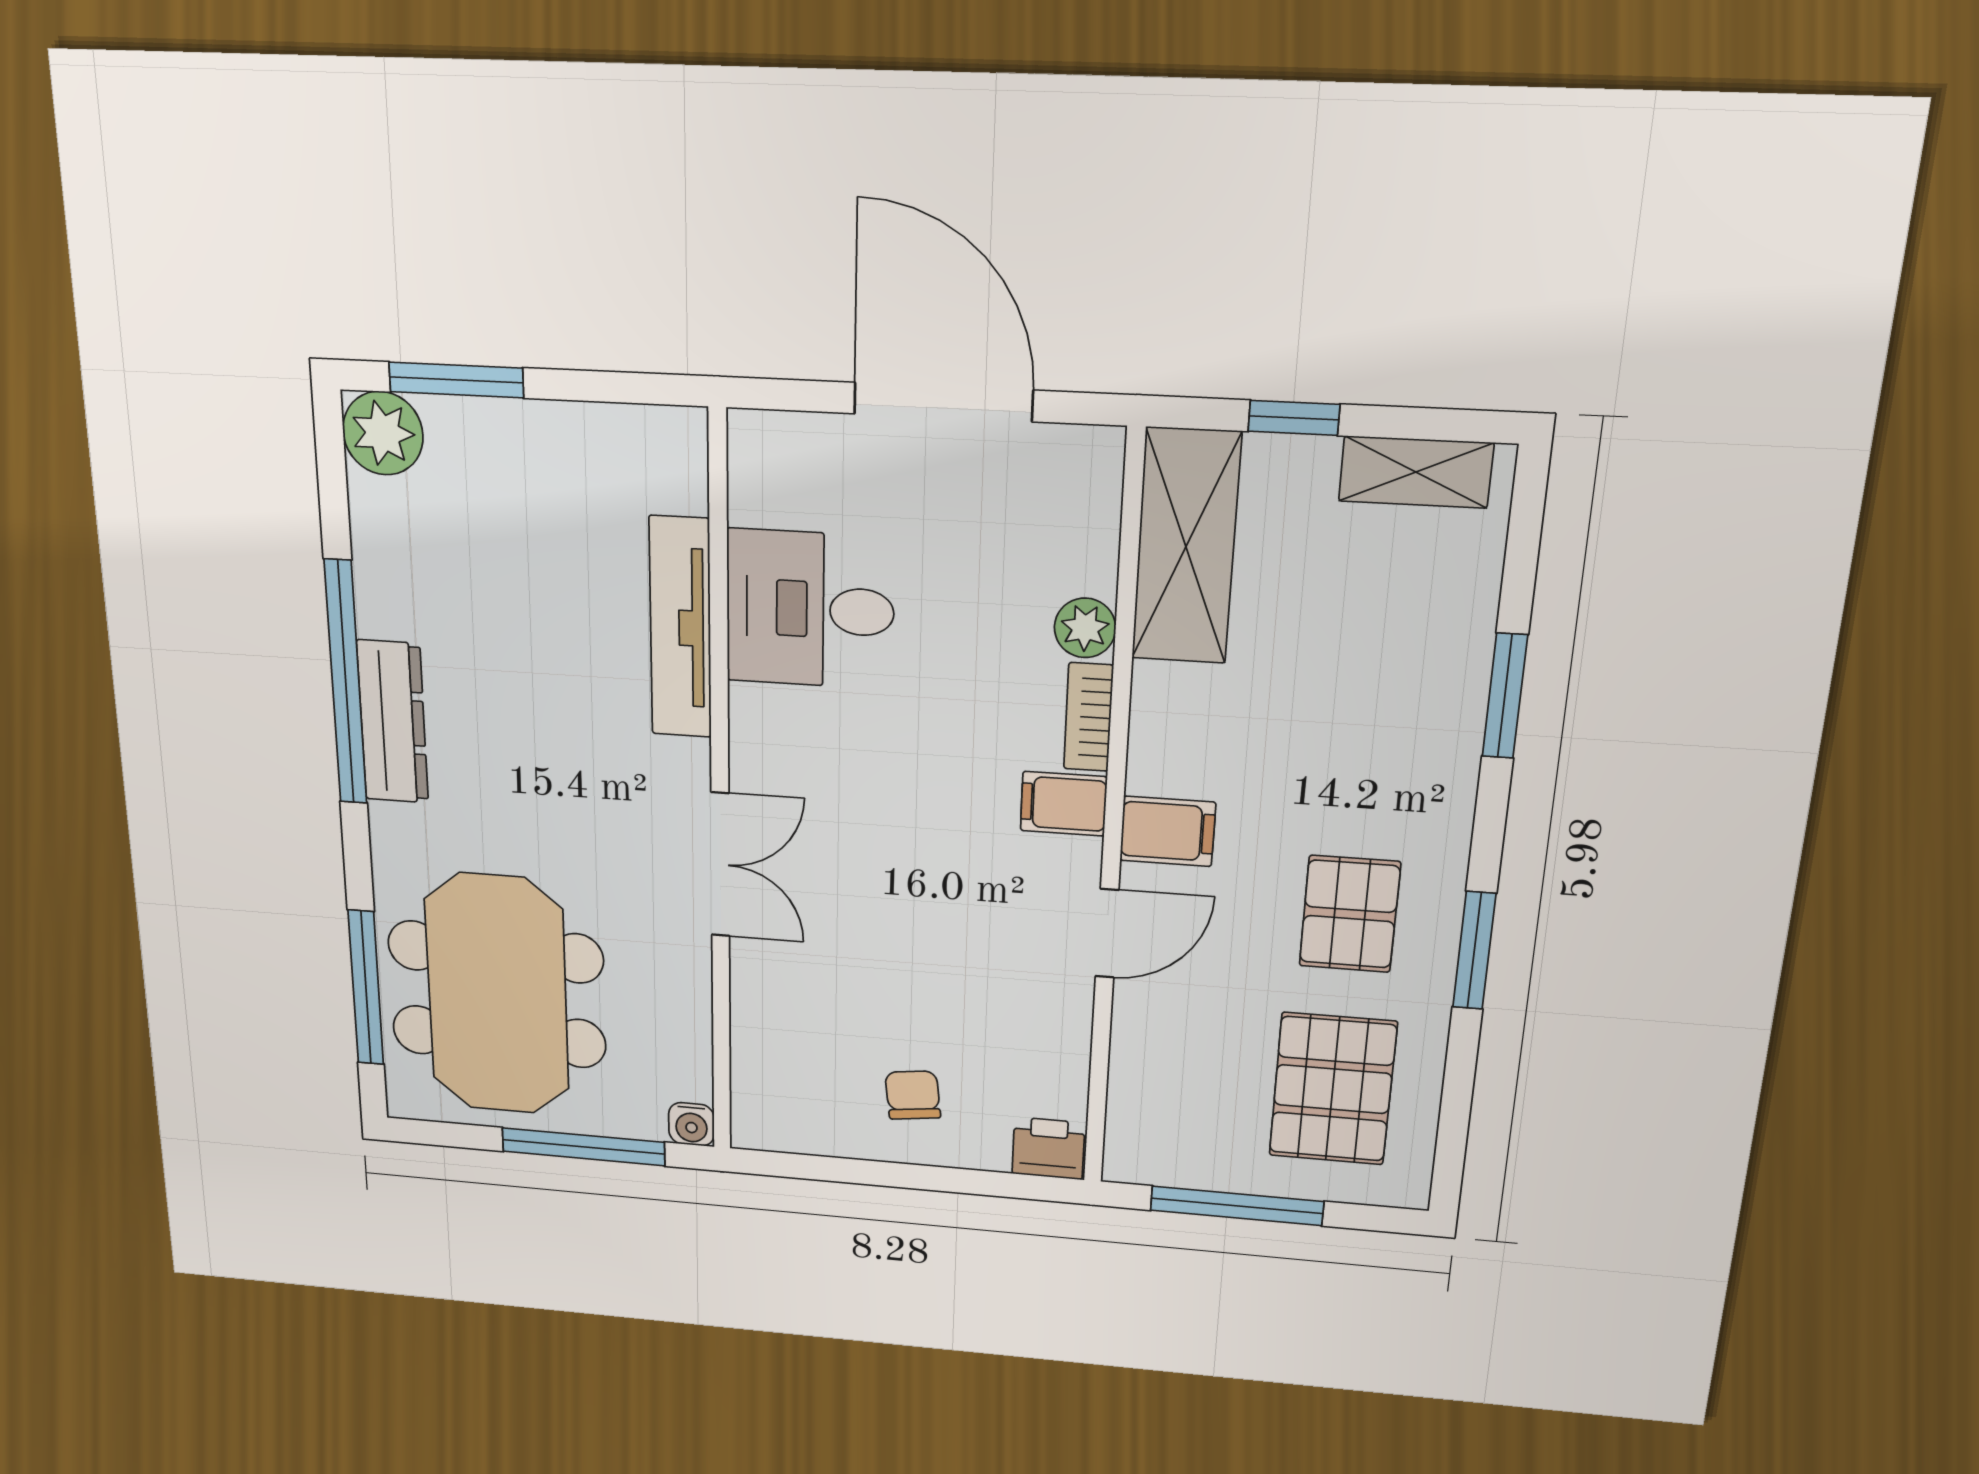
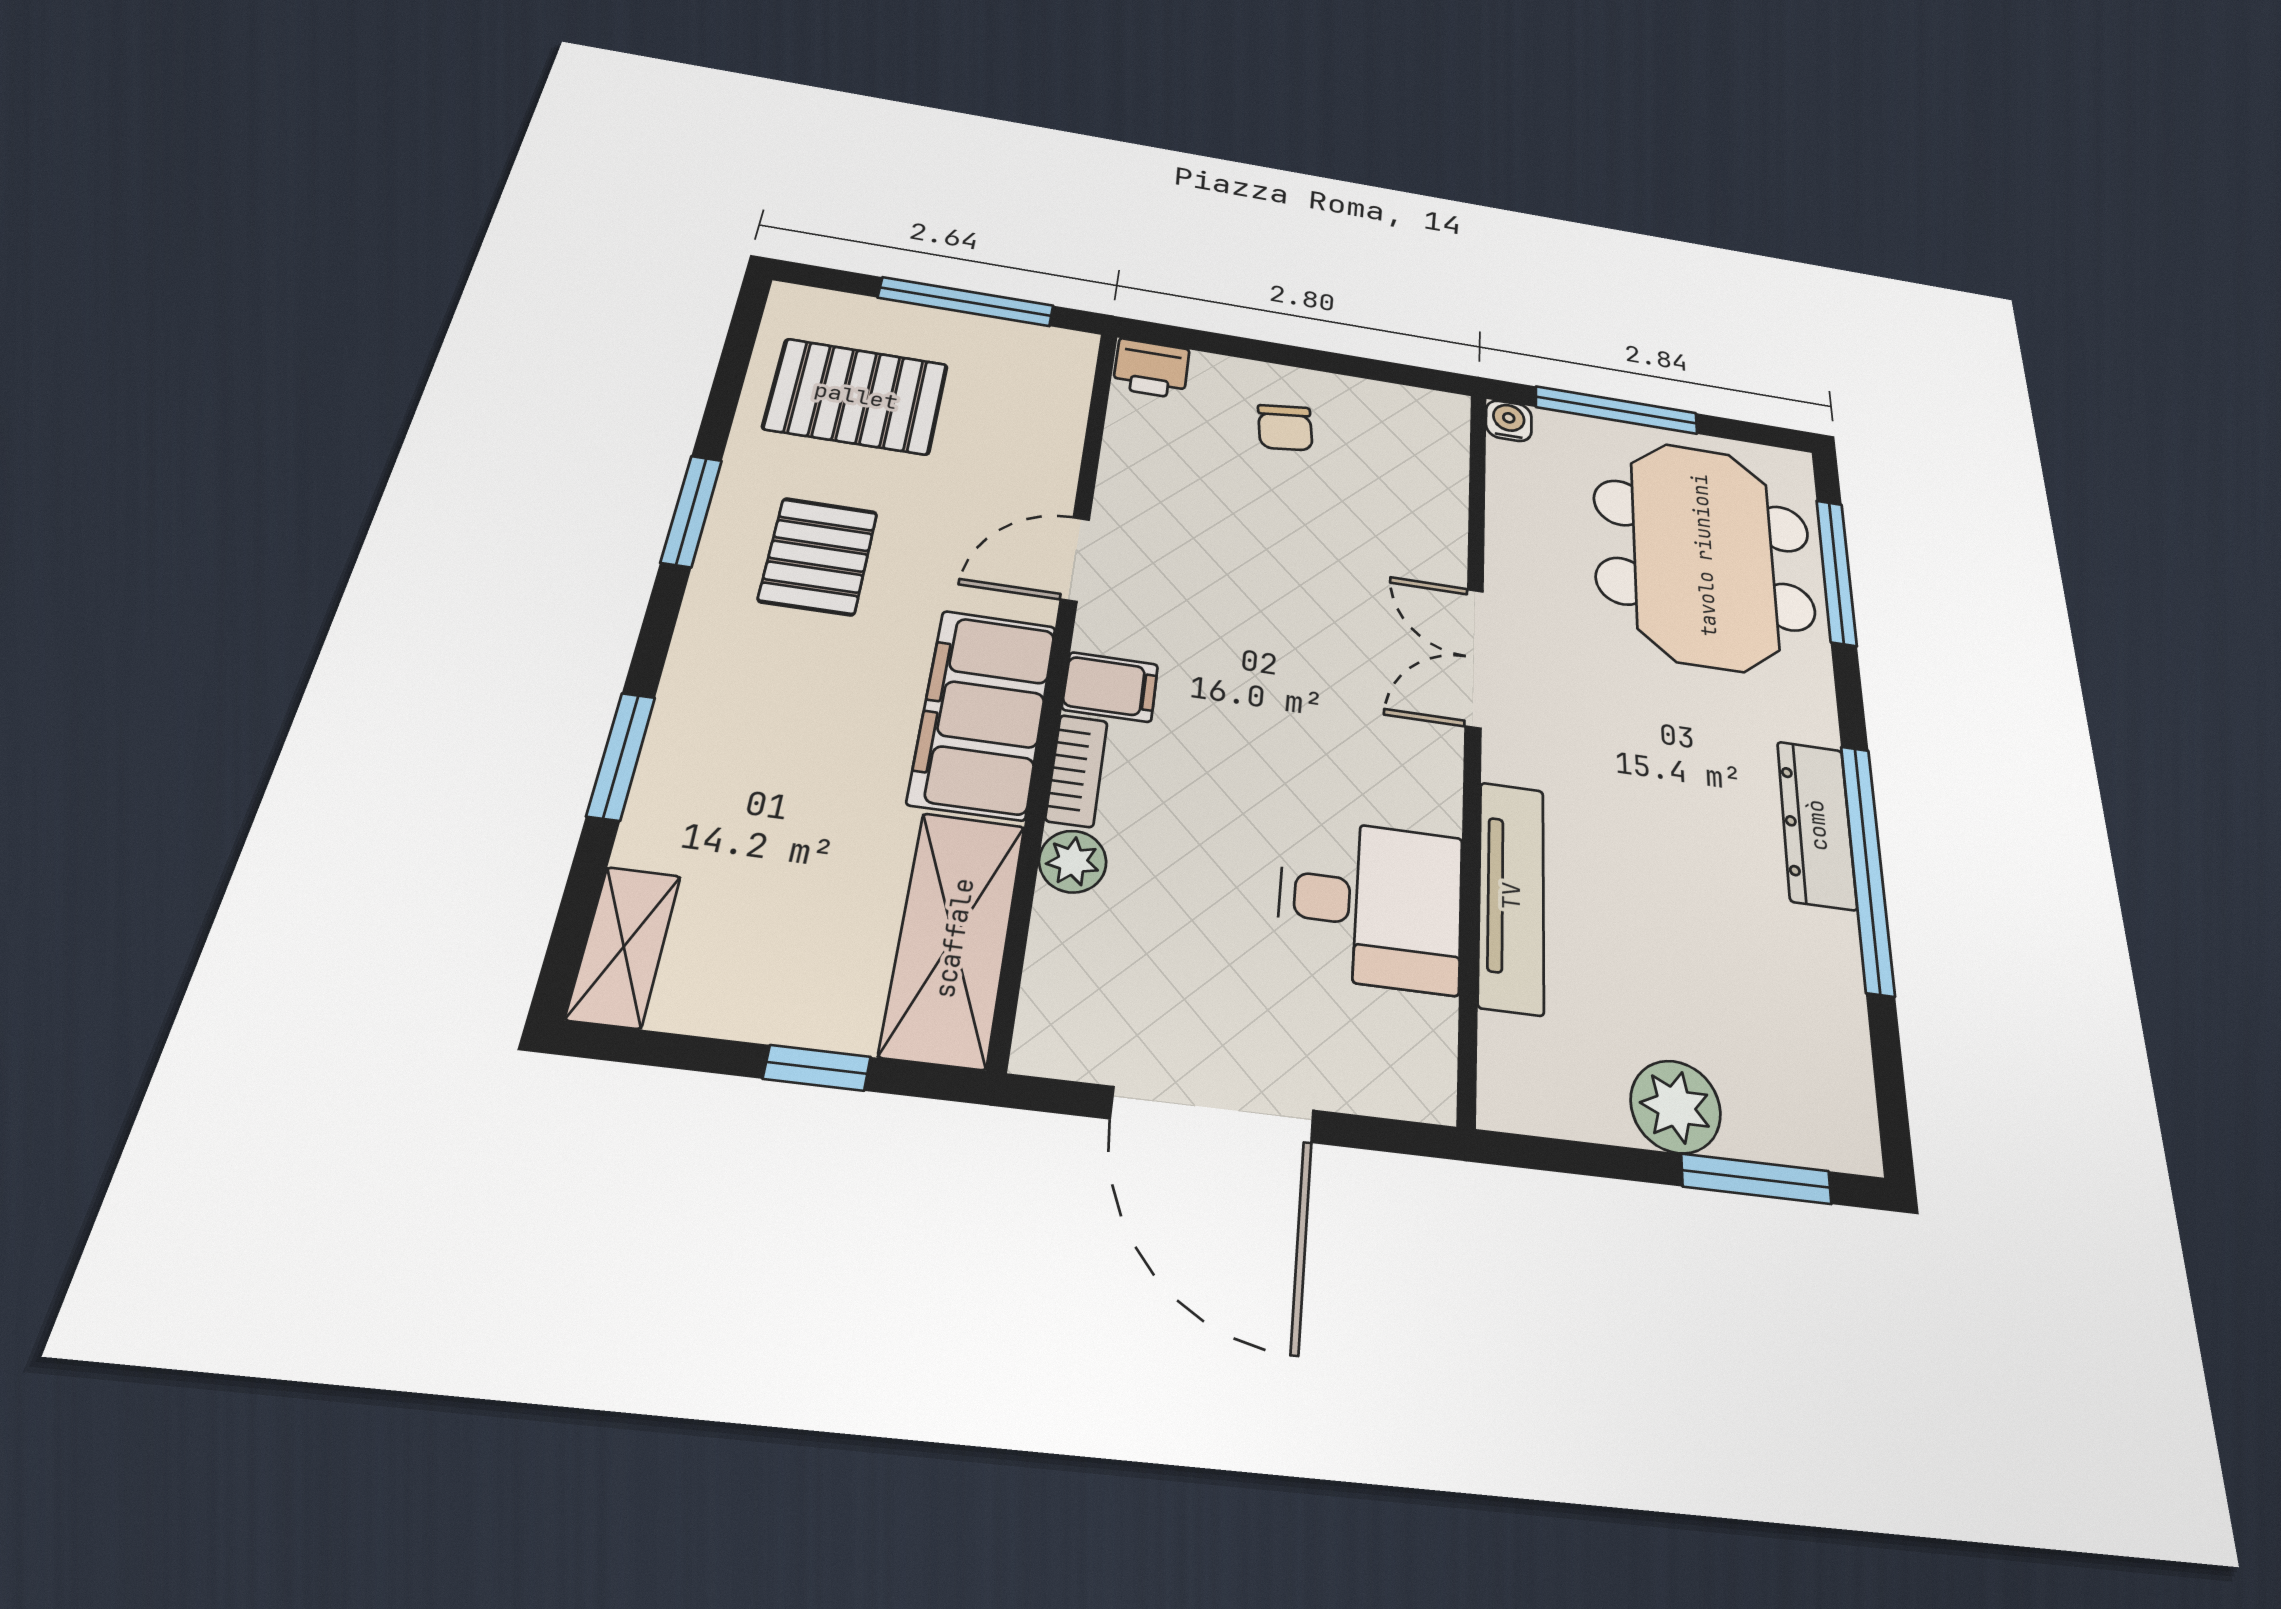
plant: (383, 433) -> (1676, 1107), moved
shelving: (1416, 472) -> (624, 947), moved, turned 90
filing cabinet: (1168, 831) -> (983, 713), width x3.00, depth x1.17
pallet: (1333, 1089) -> (856, 396), turned 90

